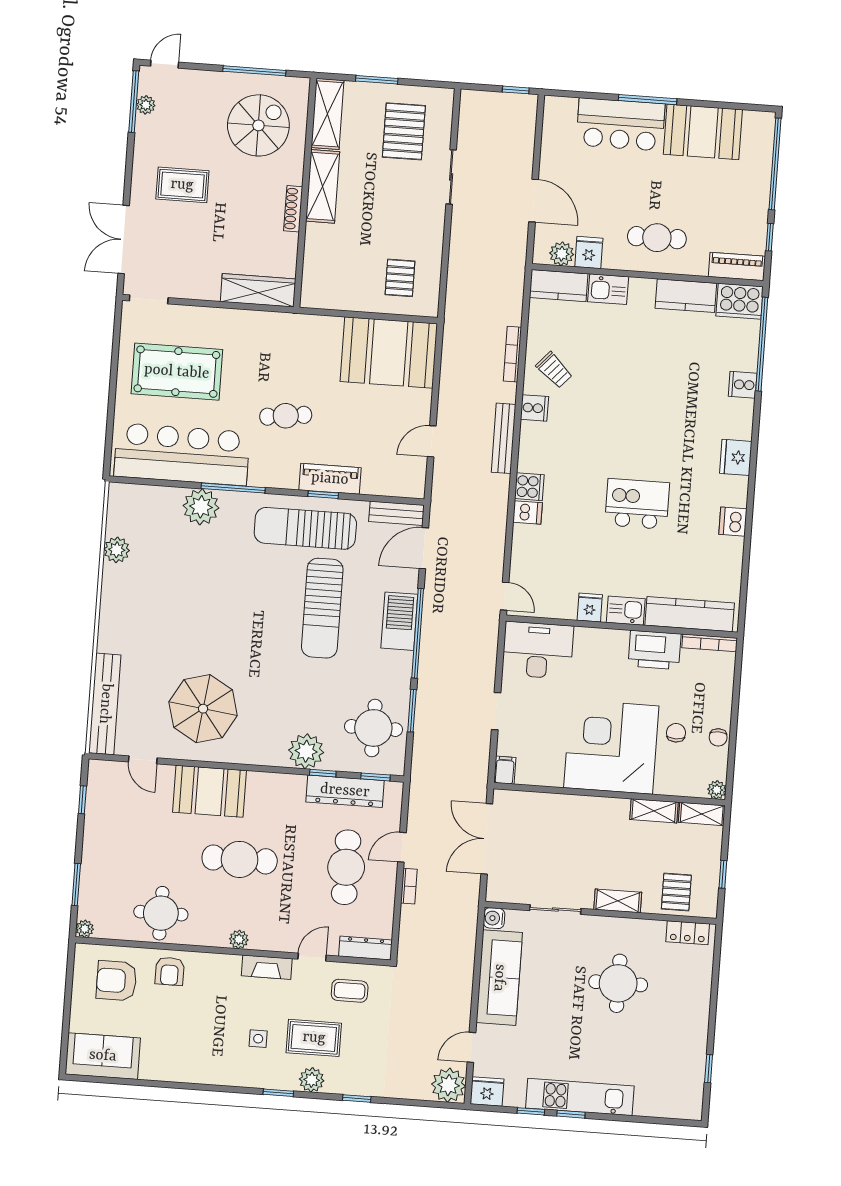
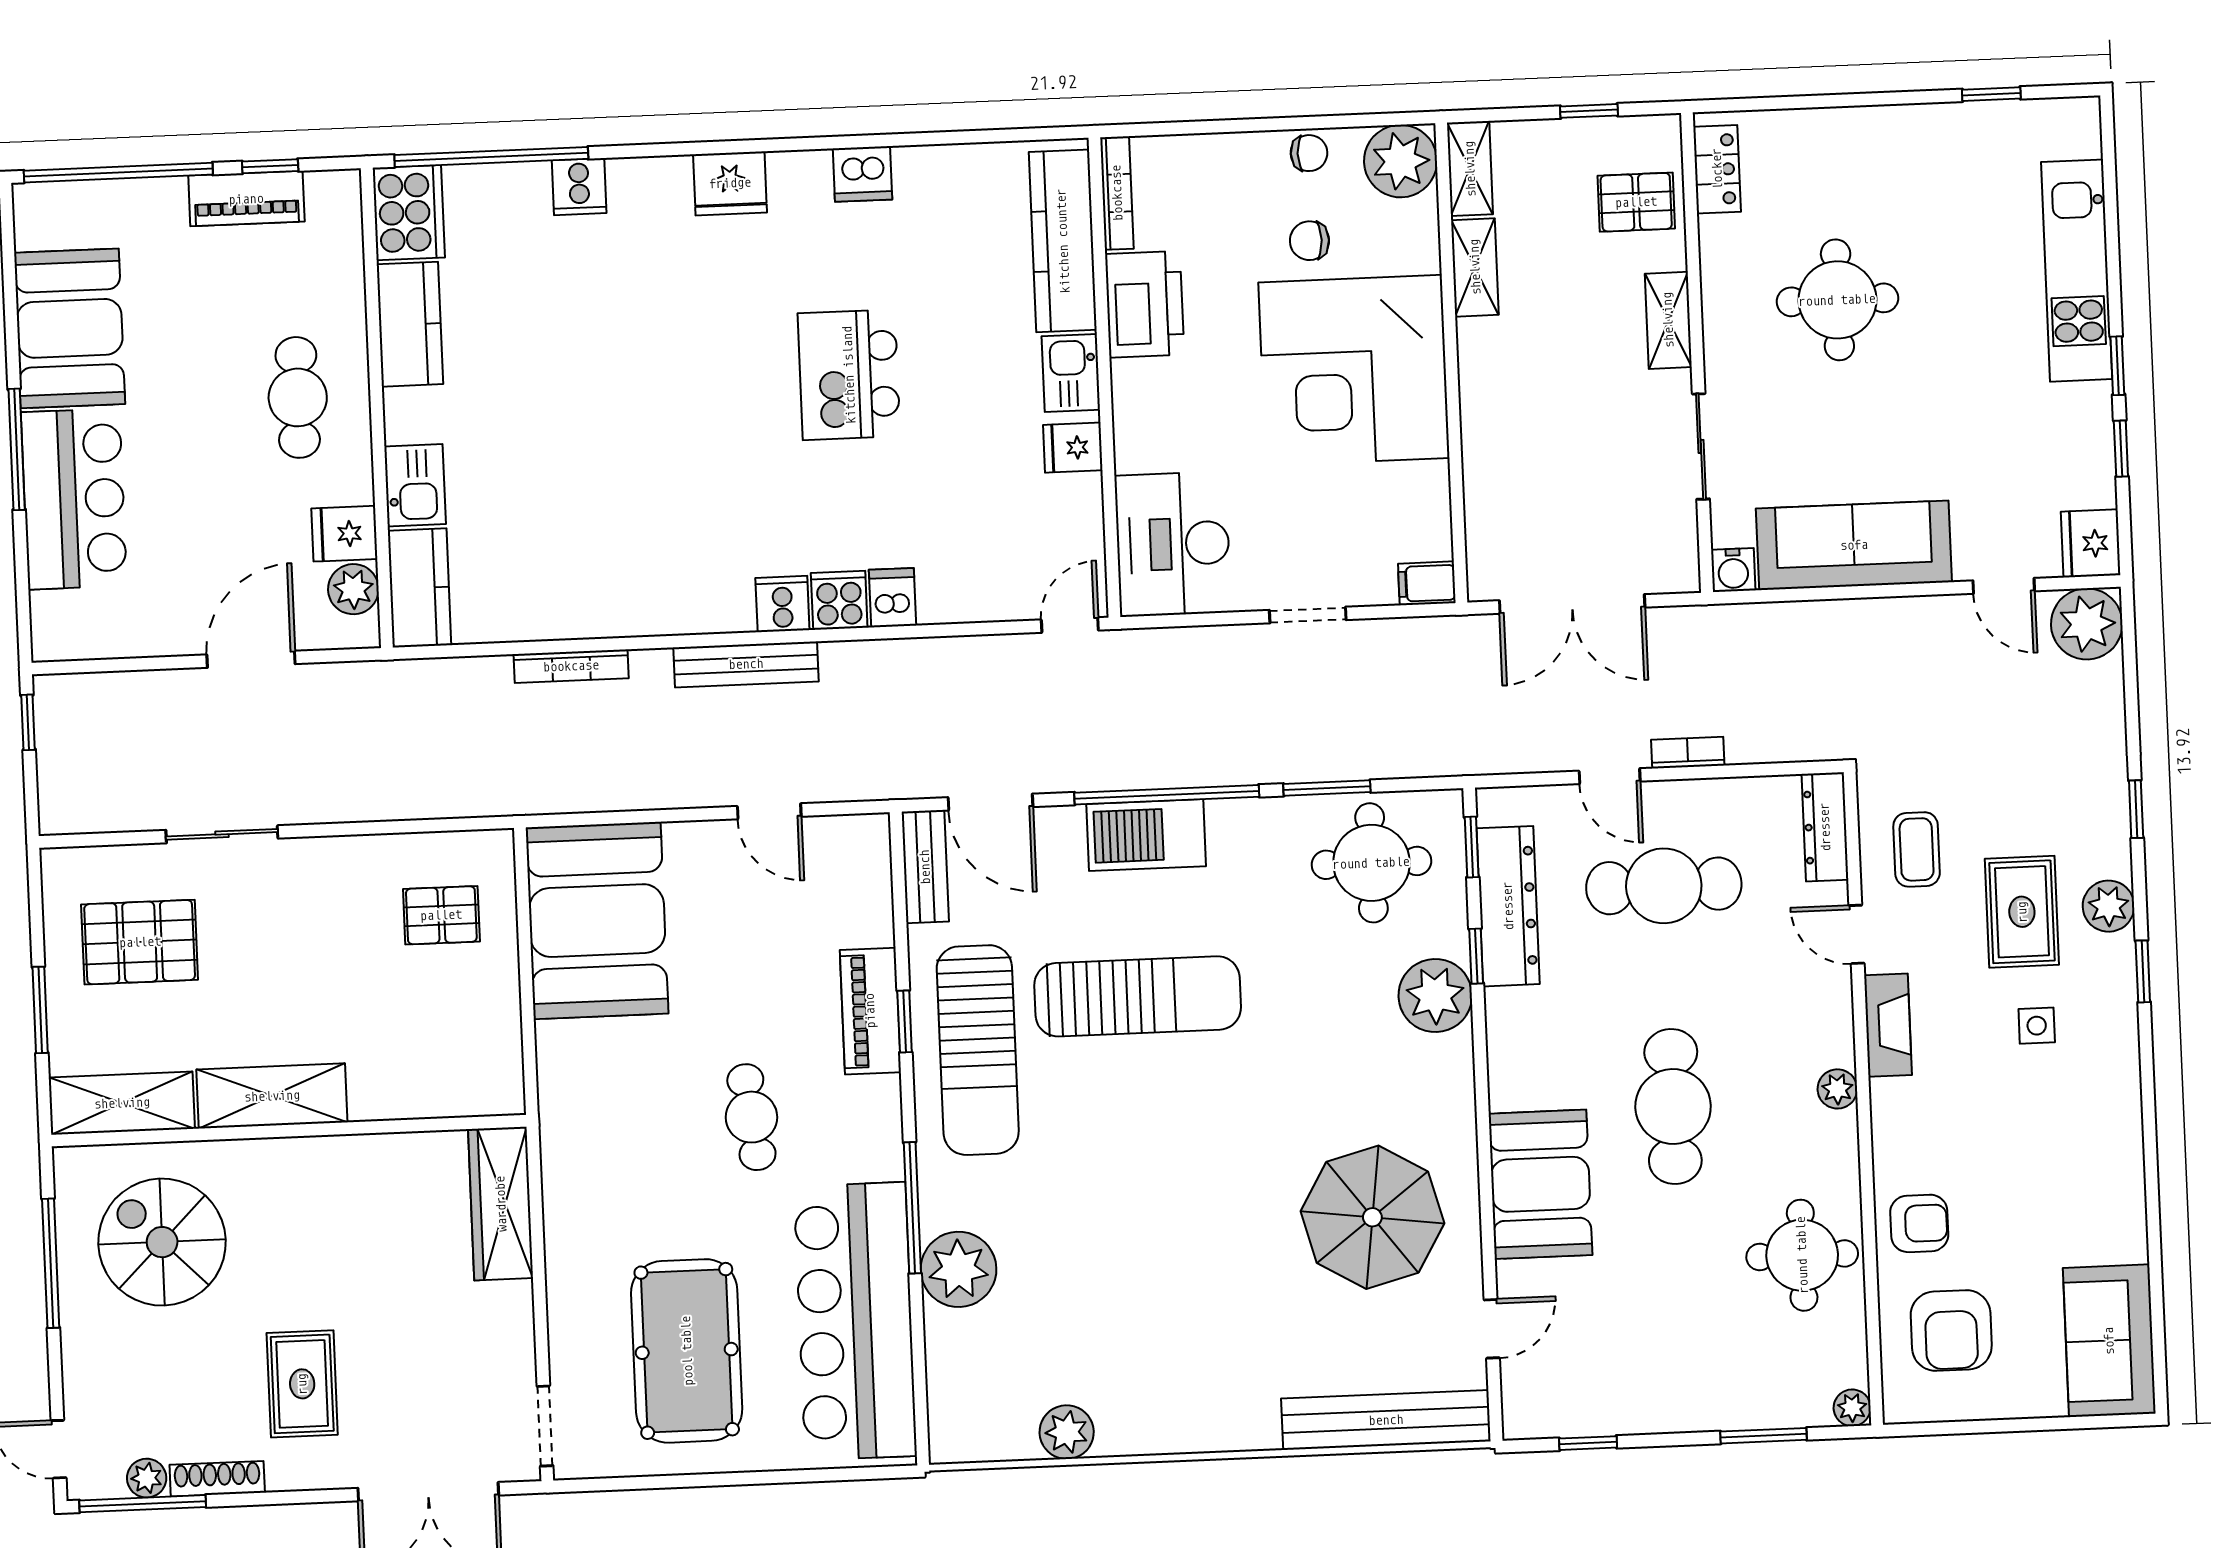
shoe rack: (293, 209) -> (217, 1479), moved, turned 180
piano: (737, 266) -> (246, 199), moved, turned -90
trolley: (554, 370) -> (594, 577), removed
cooker: (534, 408) -> (782, 604), moved
plant: (717, 790) -> (1401, 161), width x1.87, depth x1.87
kitchen unit: (580, 1097) -> (2077, 271), moved

